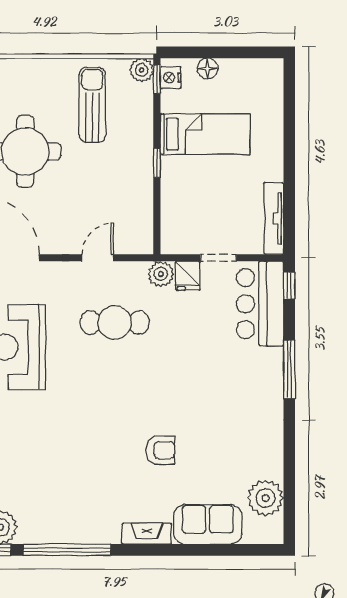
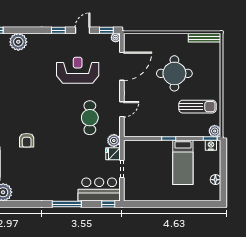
floor lamp: (208, 68) -> (215, 180), moved
tv unit: (274, 218) -> (141, 196), removed
door: (98, 258) -> (122, 109), hinge flipped

